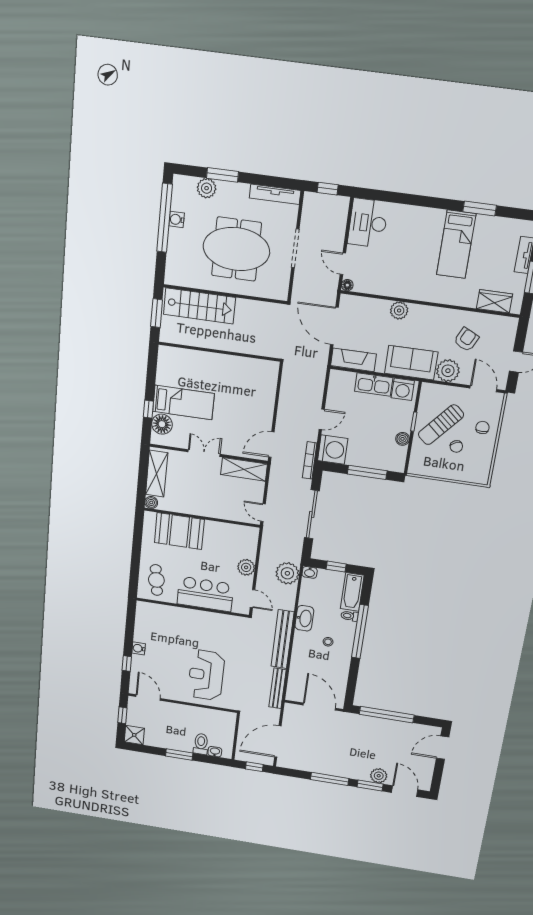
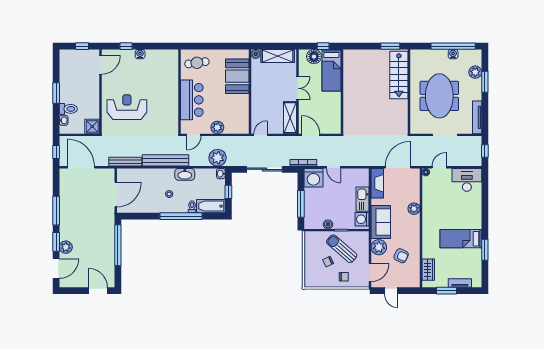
wall: (219, 352) -> (342, 92), moved
shower: (134, 735) -> (92, 126), moved

